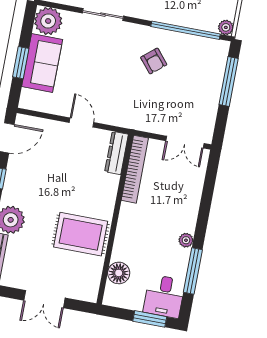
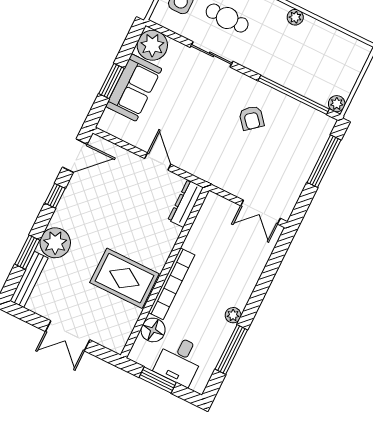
bookcase: (135, 169) -> (172, 284), moved
desk: (164, 296) -> (179, 360), moved
window: (150, 319) -> (158, 380), moved

